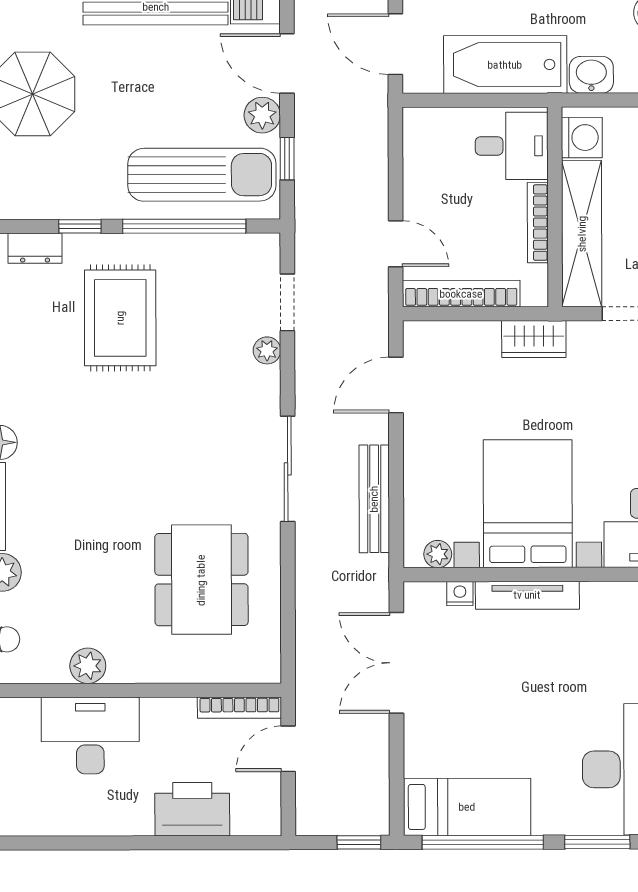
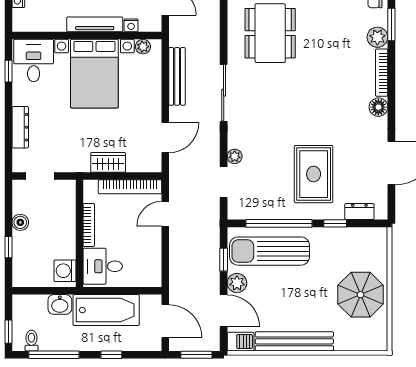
shelving: (582, 234) -> (65, 219), removed
door: (396, 244) -> (165, 214), hinge flipped
wardrobe: (534, 339) -> (108, 162), moved

